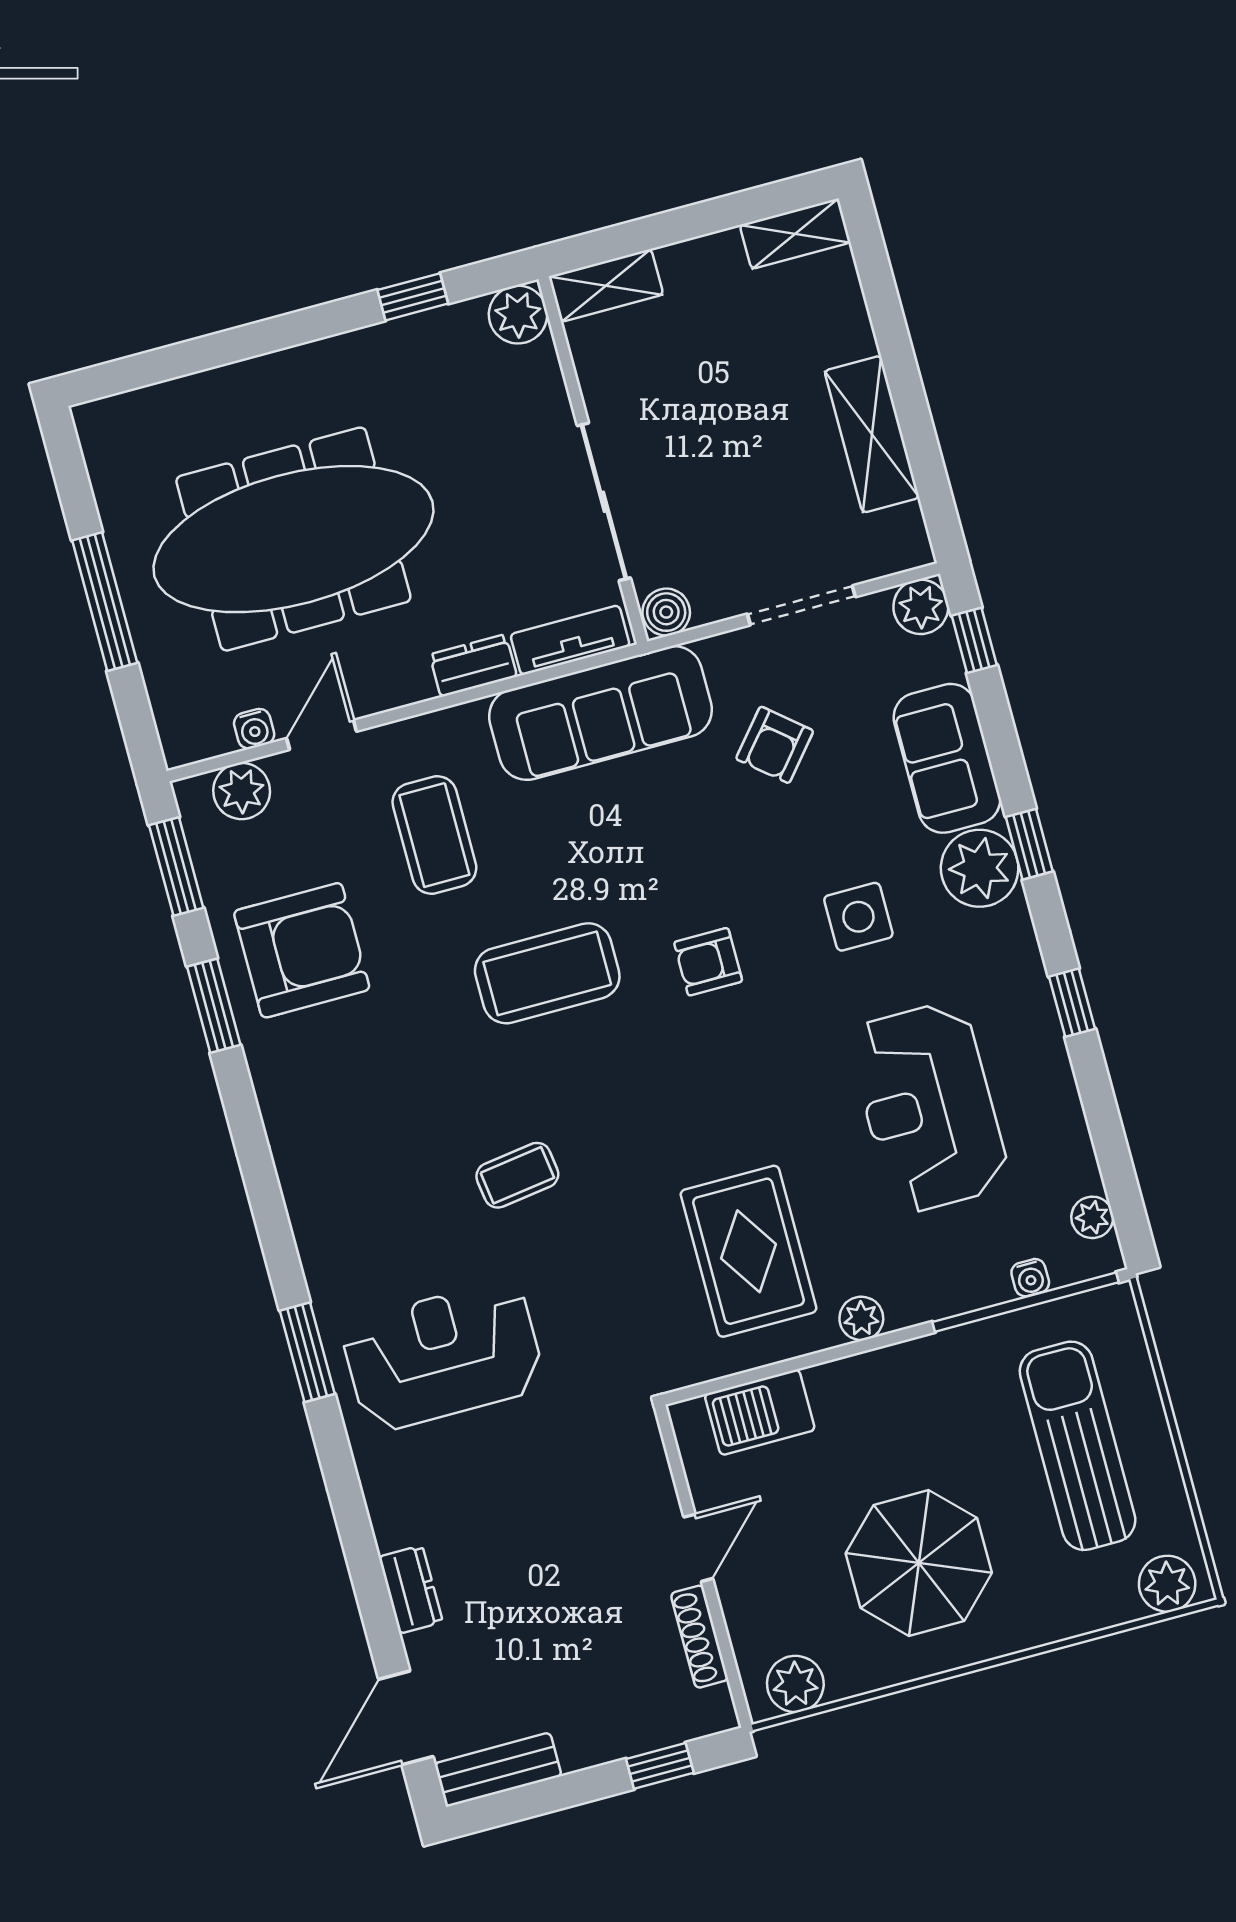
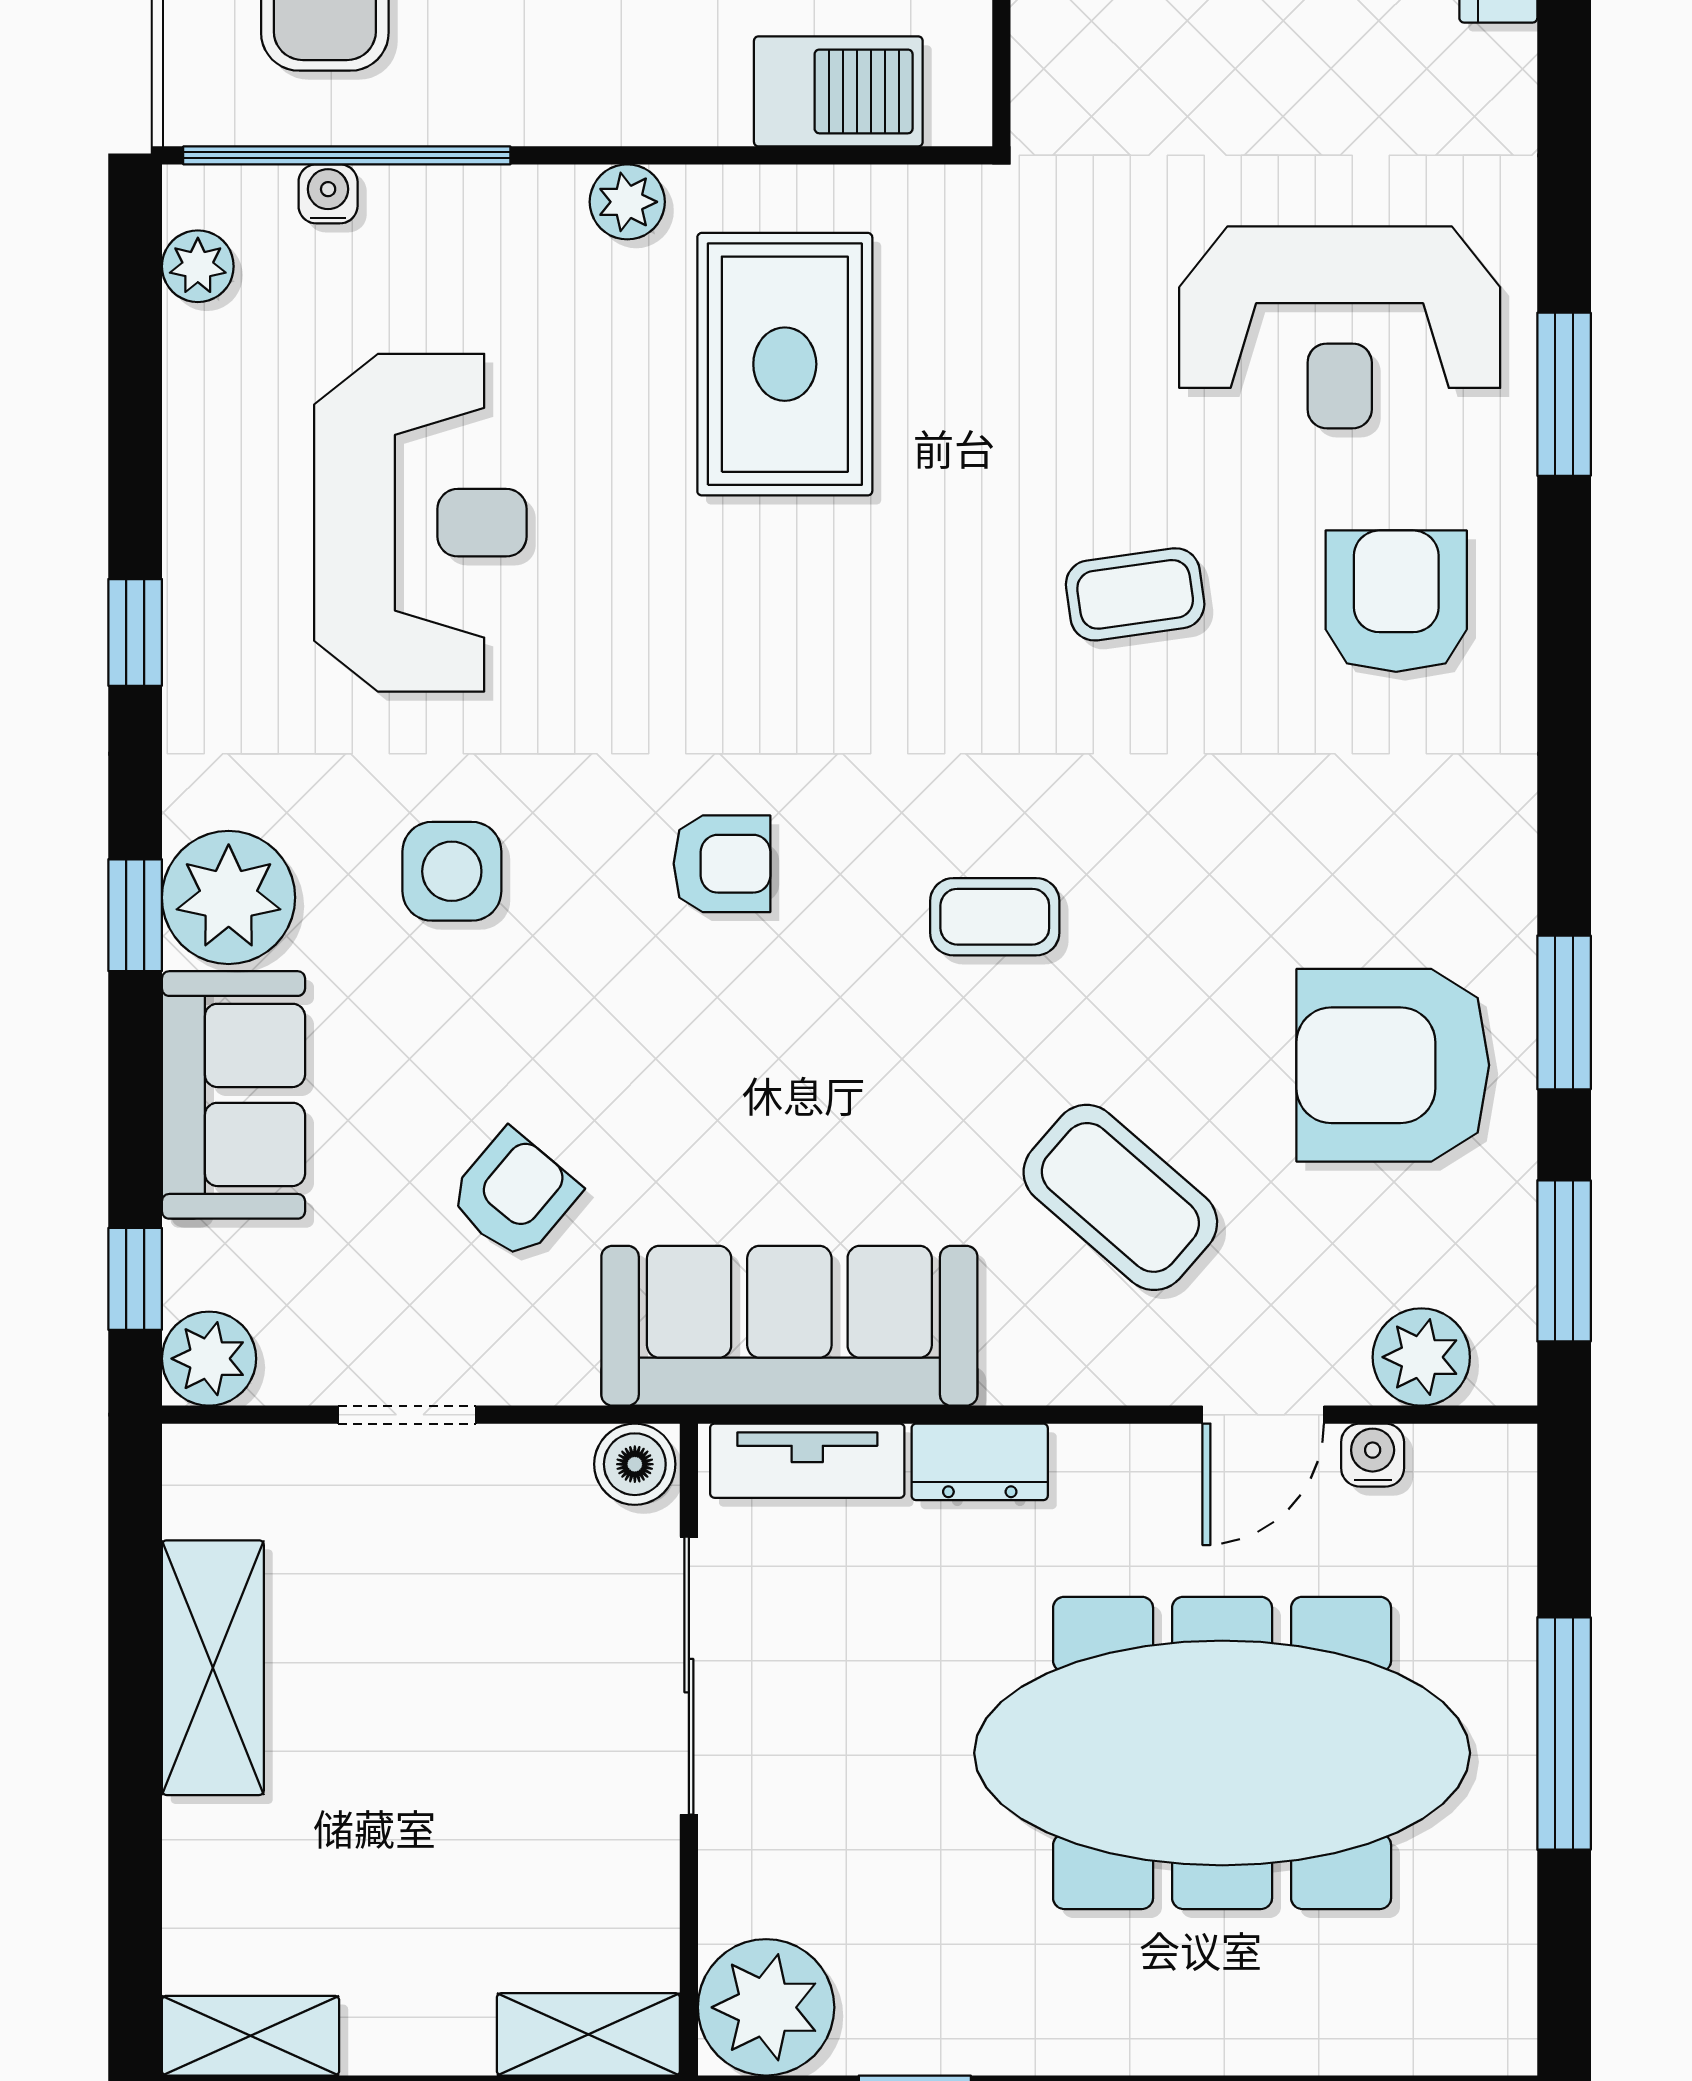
plant: (518, 315) -> (766, 2007), width x1.36, depth x1.36
doorway: (801, 605) -> (407, 1415), width x0.73
coffee table: (434, 835) -> (1120, 1197), turned -49
coffee table: (547, 973) -> (995, 917), width x0.54, depth x0.58
armchair: (370, 1211) -> (1396, 601), added

